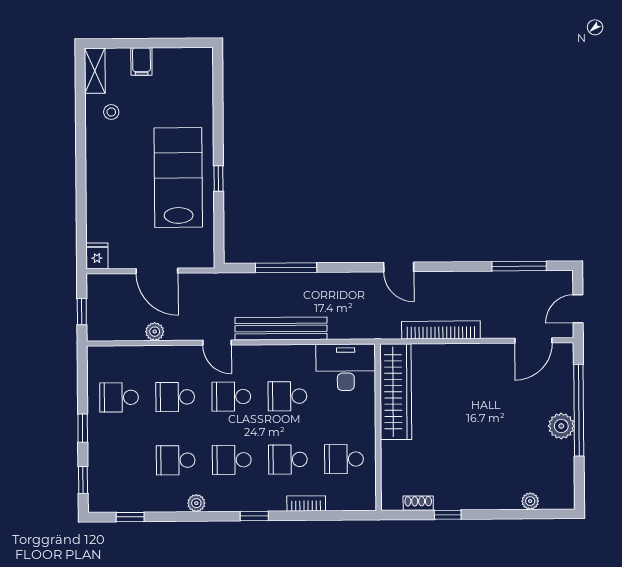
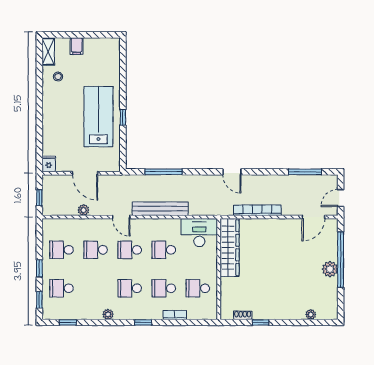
school desk: (176, 460) -> (62, 288), moved

